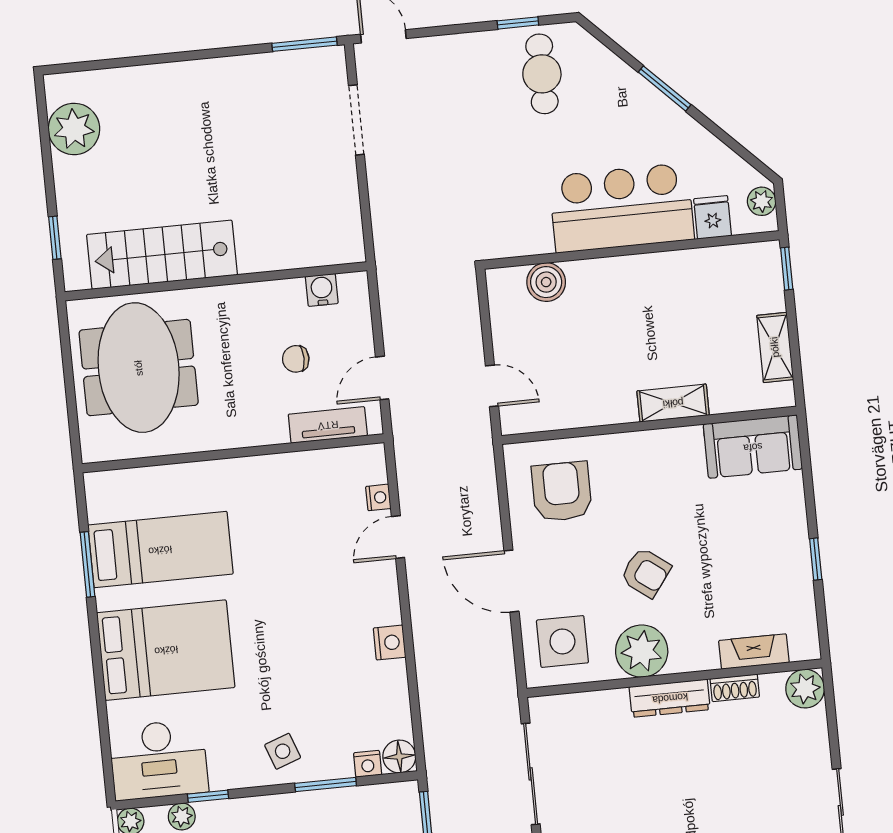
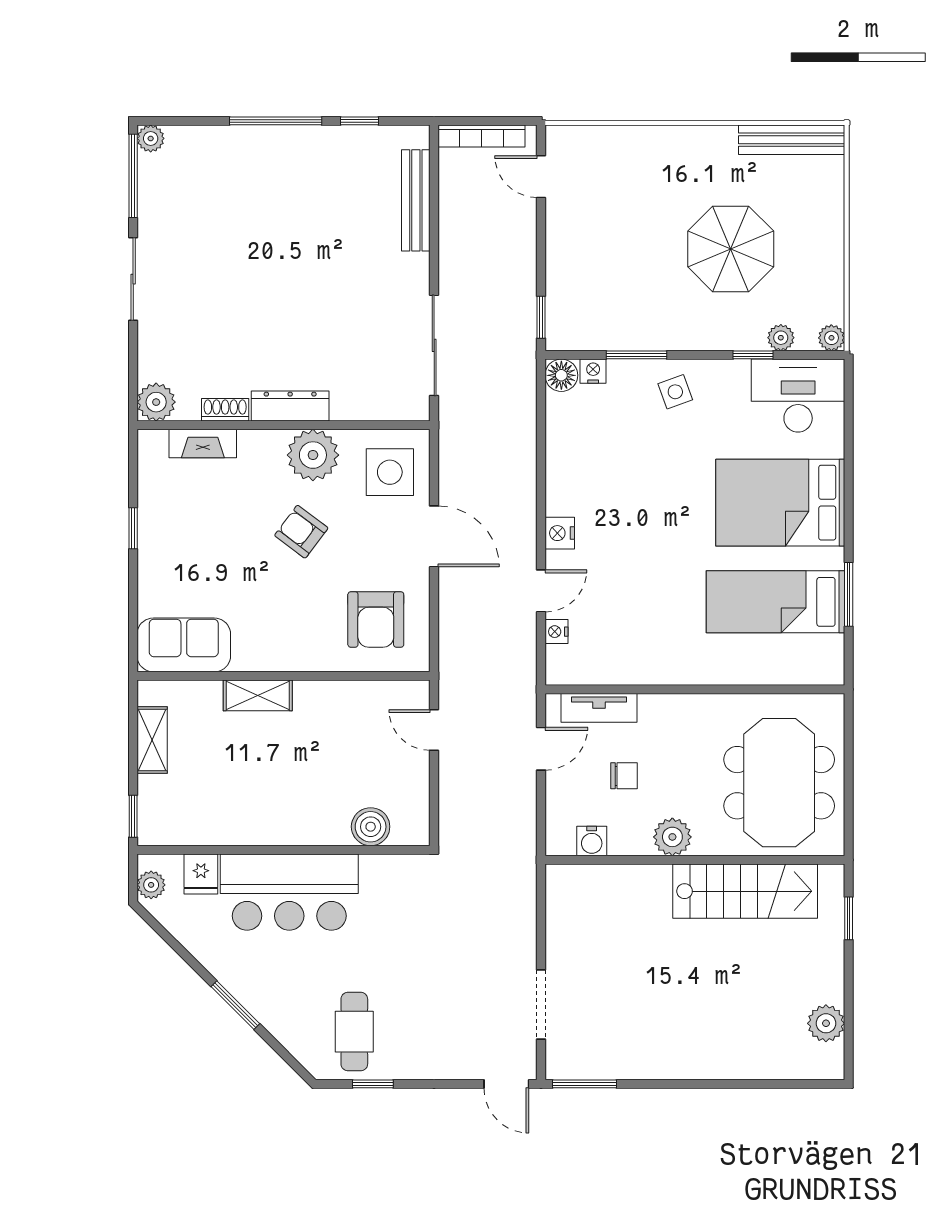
plant: (74, 129) -> (826, 1023), width x0.73, depth x0.73
plant: (241, 302) -> (672, 837), added
nightstand: (390, 643) -> (560, 533), moved

